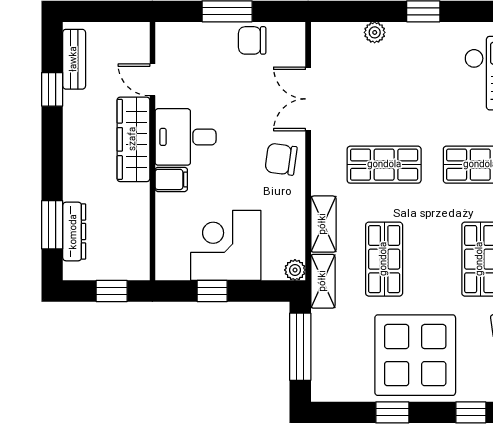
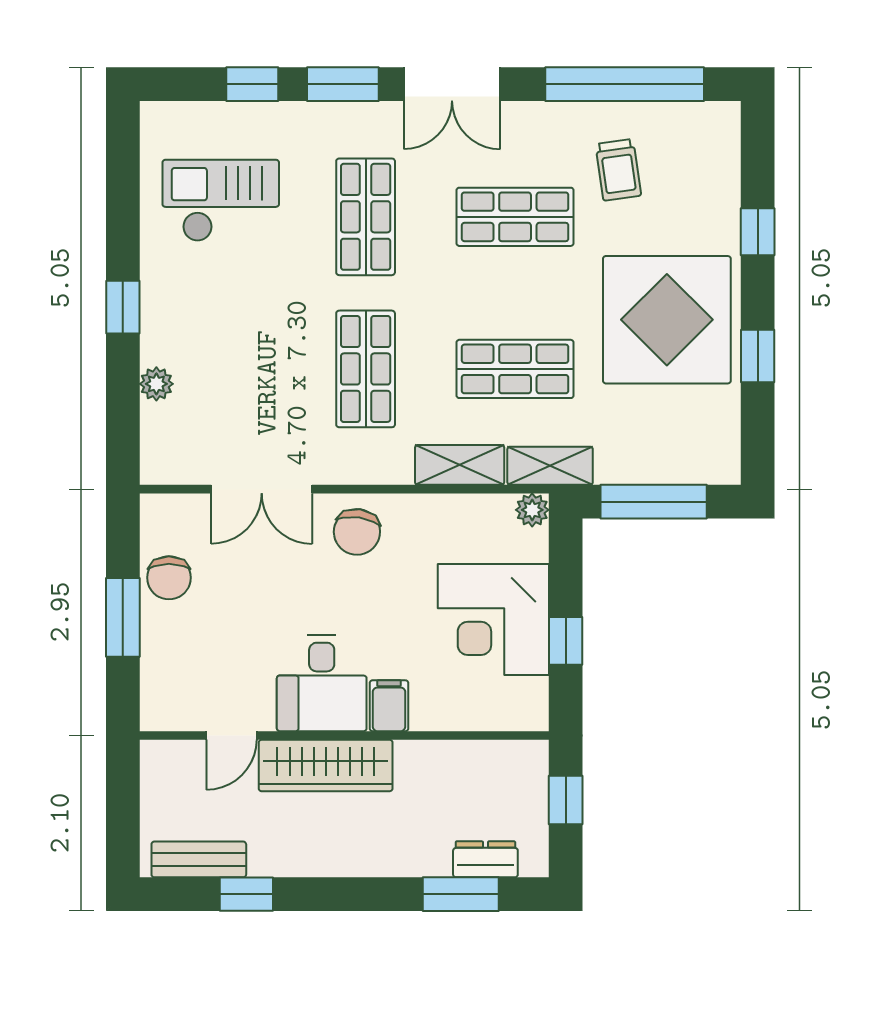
dresser: (74, 232) -> (485, 859), width x0.70

